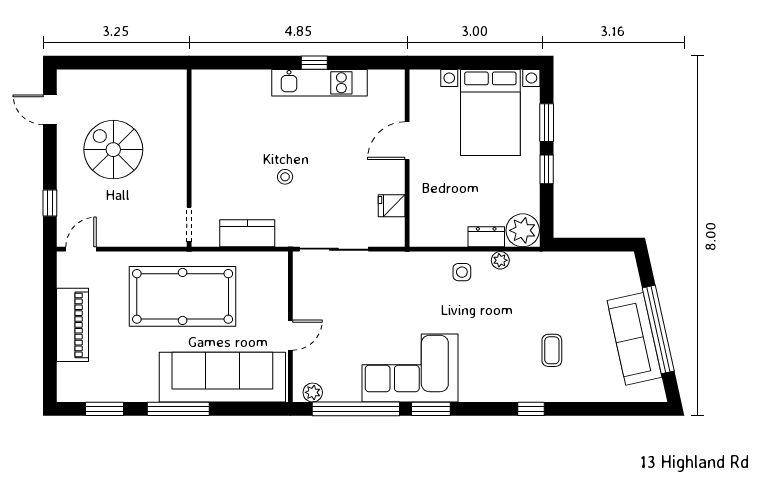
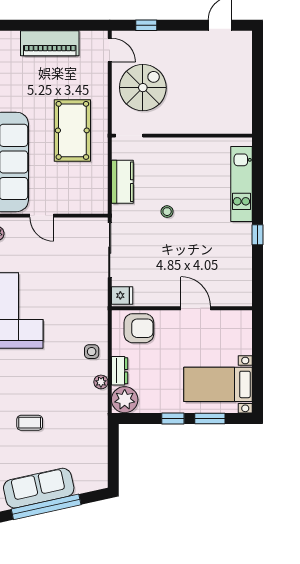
kitchen unit: (319, 83) -> (241, 184), moved
bed with nightstands: (490, 112) -> (218, 384), width x0.73
spiral stairs: (113, 150) -> (143, 88), moved
fridge: (392, 206) -> (122, 295), moved, turned 90
armchair: (432, 212) -> (139, 328), added
pool table: (183, 296) -> (72, 130), width x0.73, depth x0.76

